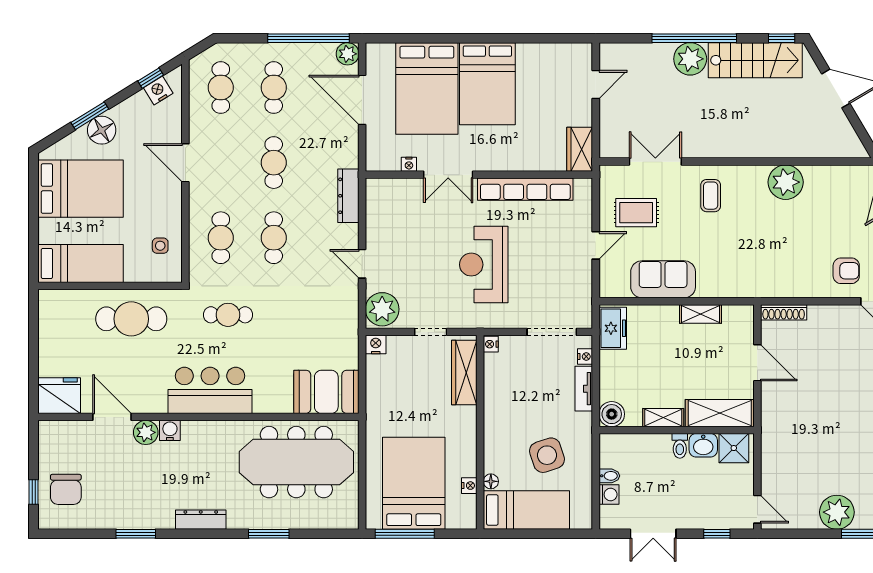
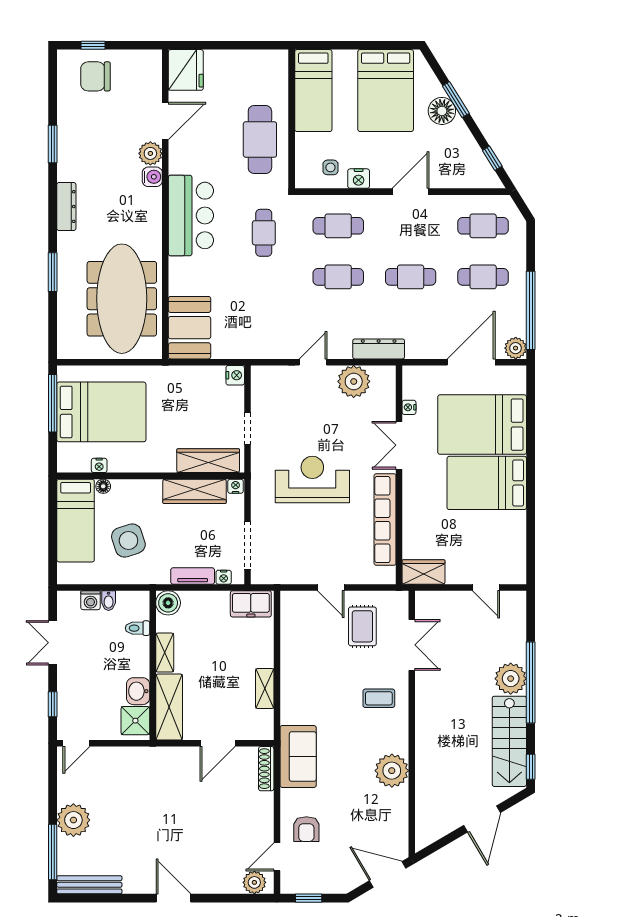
nightstand: (158, 90) -> (359, 179), moved, turned 122
sofa: (663, 279) -> (298, 756), moved
plant: (382, 309) -> (354, 381), moved
wardrobe: (496, 387) -> (195, 491), added
toilet: (680, 446) -> (137, 628), moved

